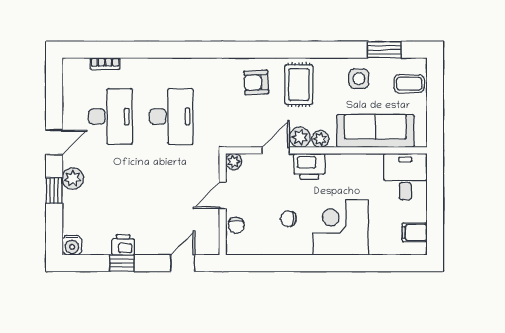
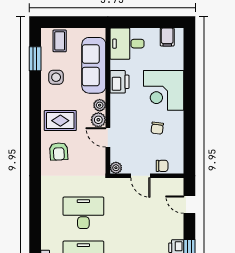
printer: (309, 166) -> (119, 82), moved

